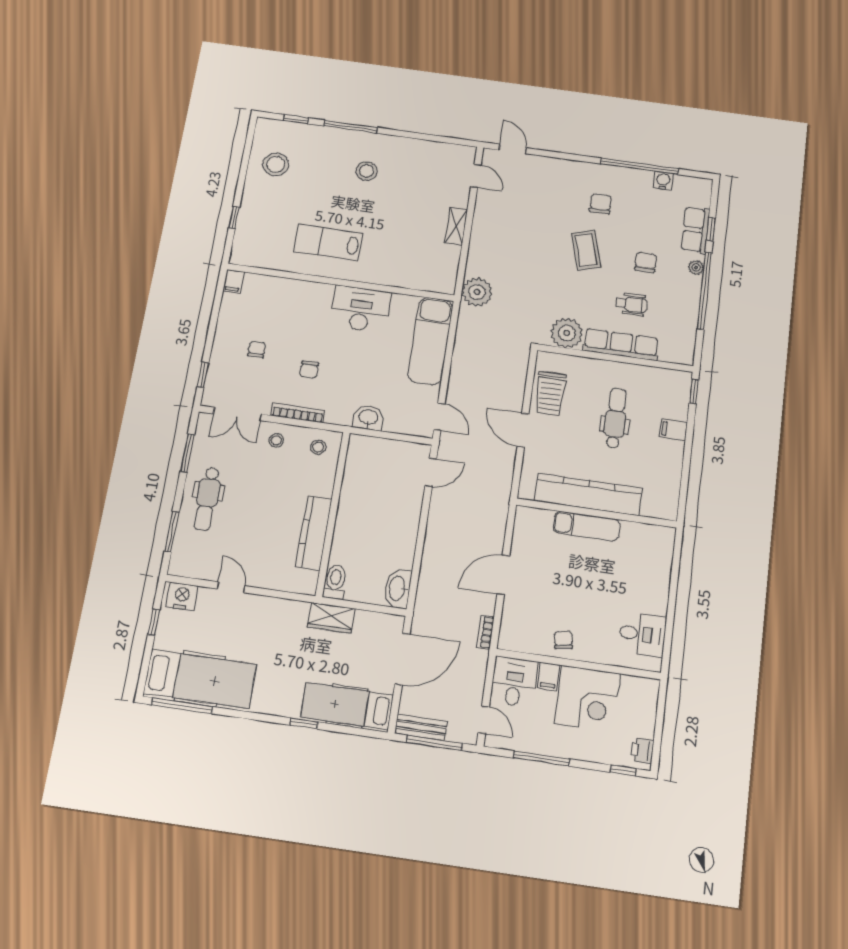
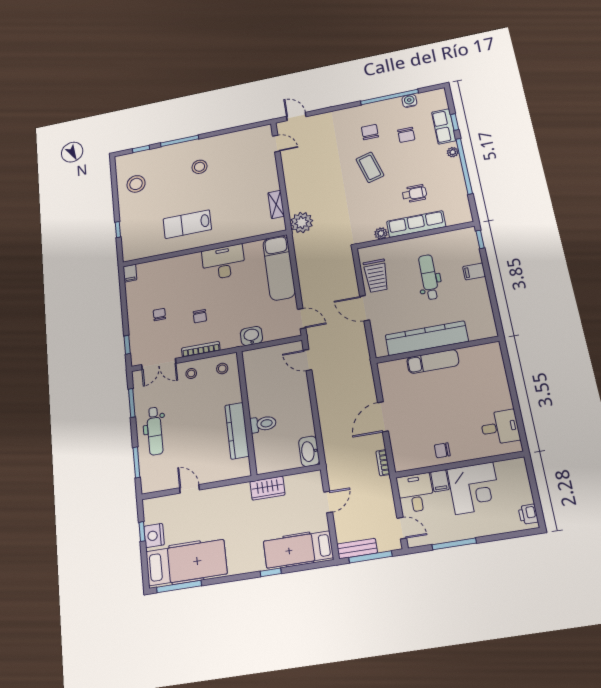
shelving: (456, 226) -> (276, 204), moved
chair: (646, 262) -> (406, 135), moved, turned 180
plant: (567, 333) -> (381, 233), width x0.53, depth x0.53
door: (431, 472) -> (308, 360), swing flipped
toilet: (335, 582) -> (263, 424), moved, turned 90
nightstand: (182, 596) -> (154, 536), moved, turned -90
chair: (563, 640) -> (442, 450), turned -81
door: (402, 659) -> (328, 502), width x0.53
window: (623, 770) -> (519, 534), removed

